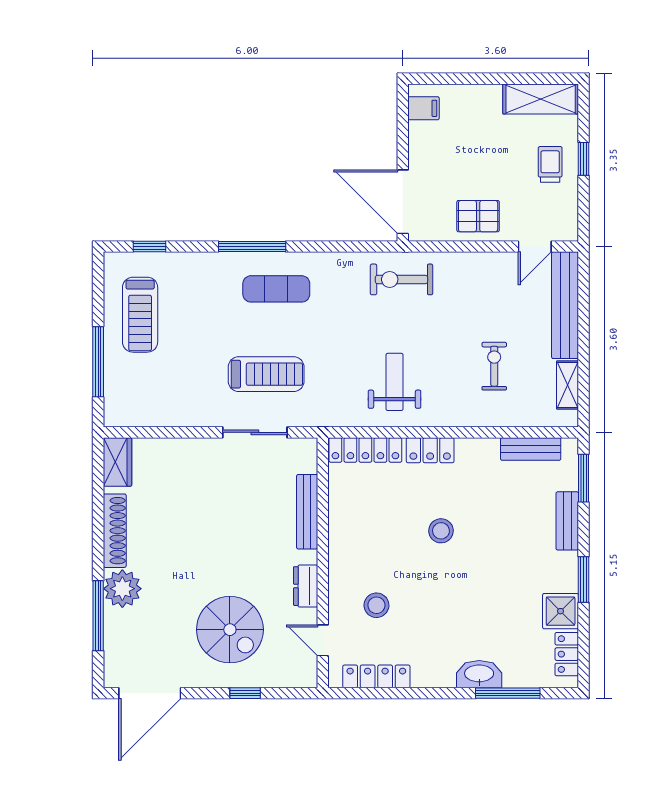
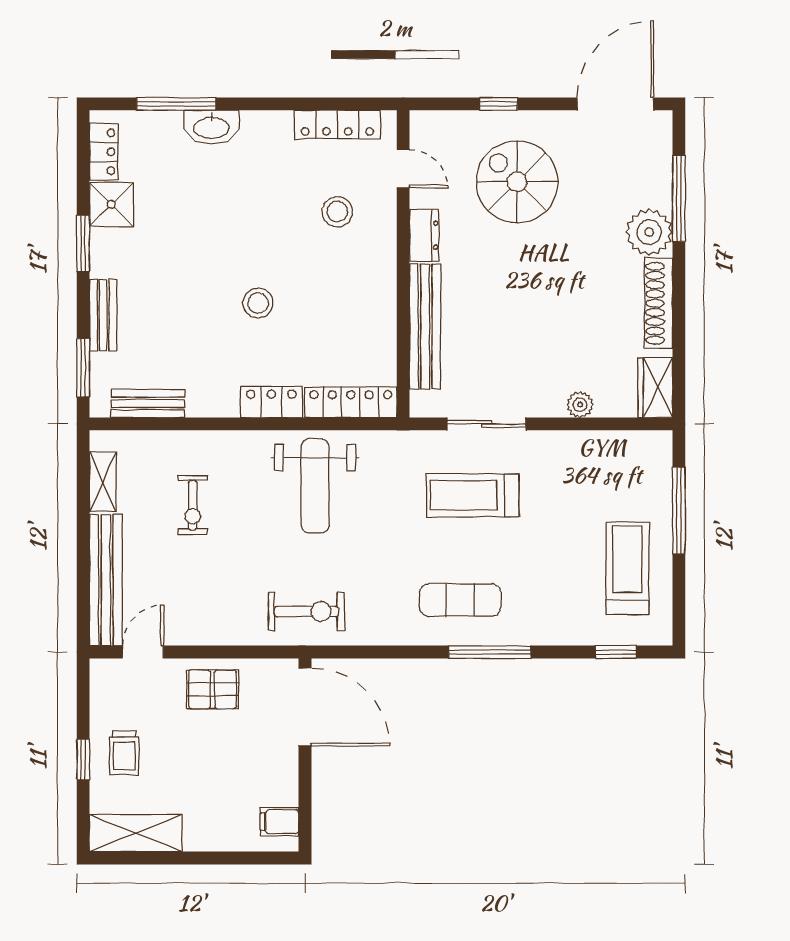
weight bench: (394, 382) -> (315, 486), width x1.36, depth x1.33
plant: (179, 448) -> (580, 405), added
bench: (307, 512) -> (425, 326), width x1.37, depth x1.21

